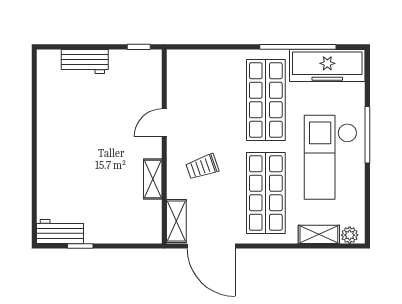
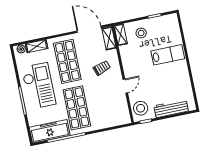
workbench: (85, 61) -> (171, 108), width x1.38
stool: (143, 74) -> (141, 108), added
lab bench: (70, 166) -> (168, 55), added
shelving: (153, 179) -> (121, 35), moved
stool: (113, 218) -> (141, 33), added
workbench: (60, 232) -> (166, 21), removed

